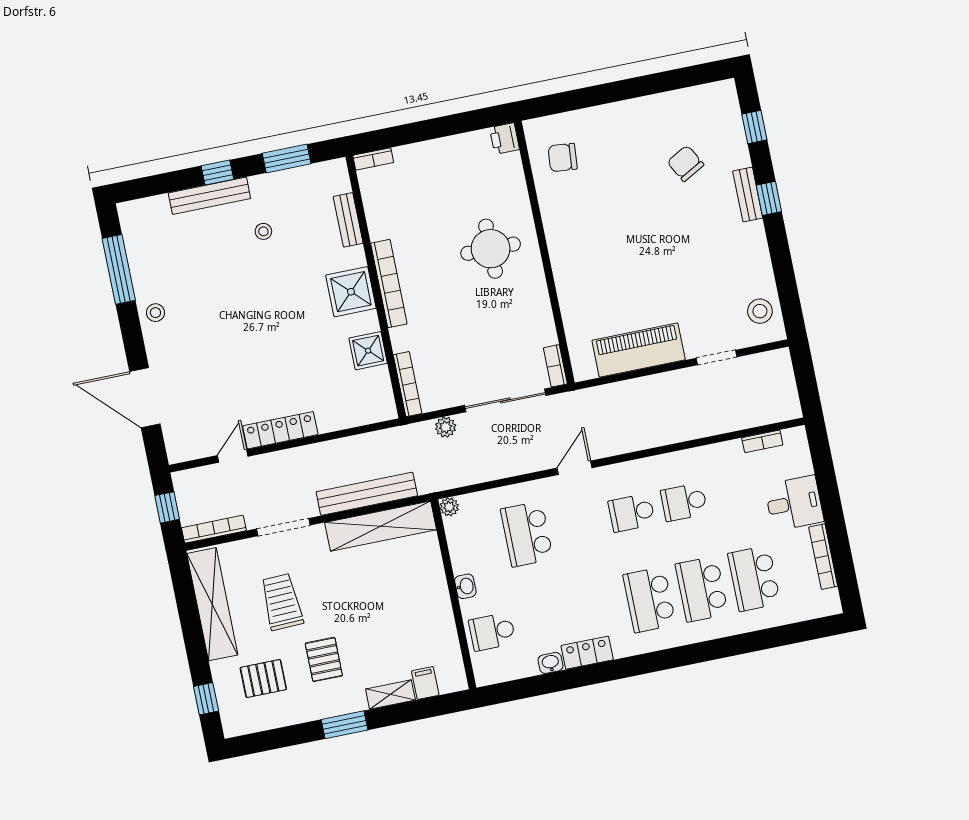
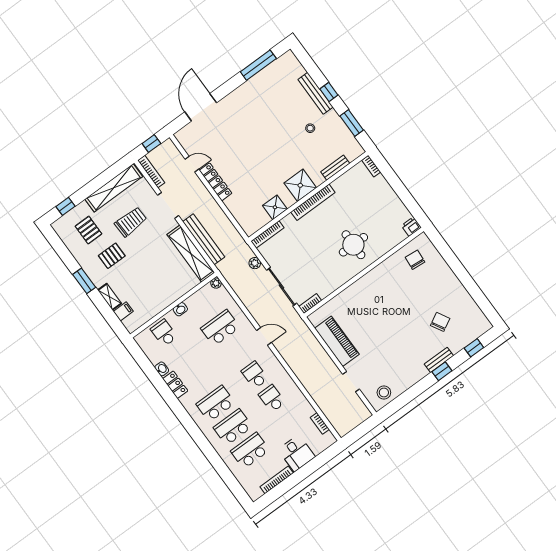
stool: (155, 313) -> (245, 93), removed

